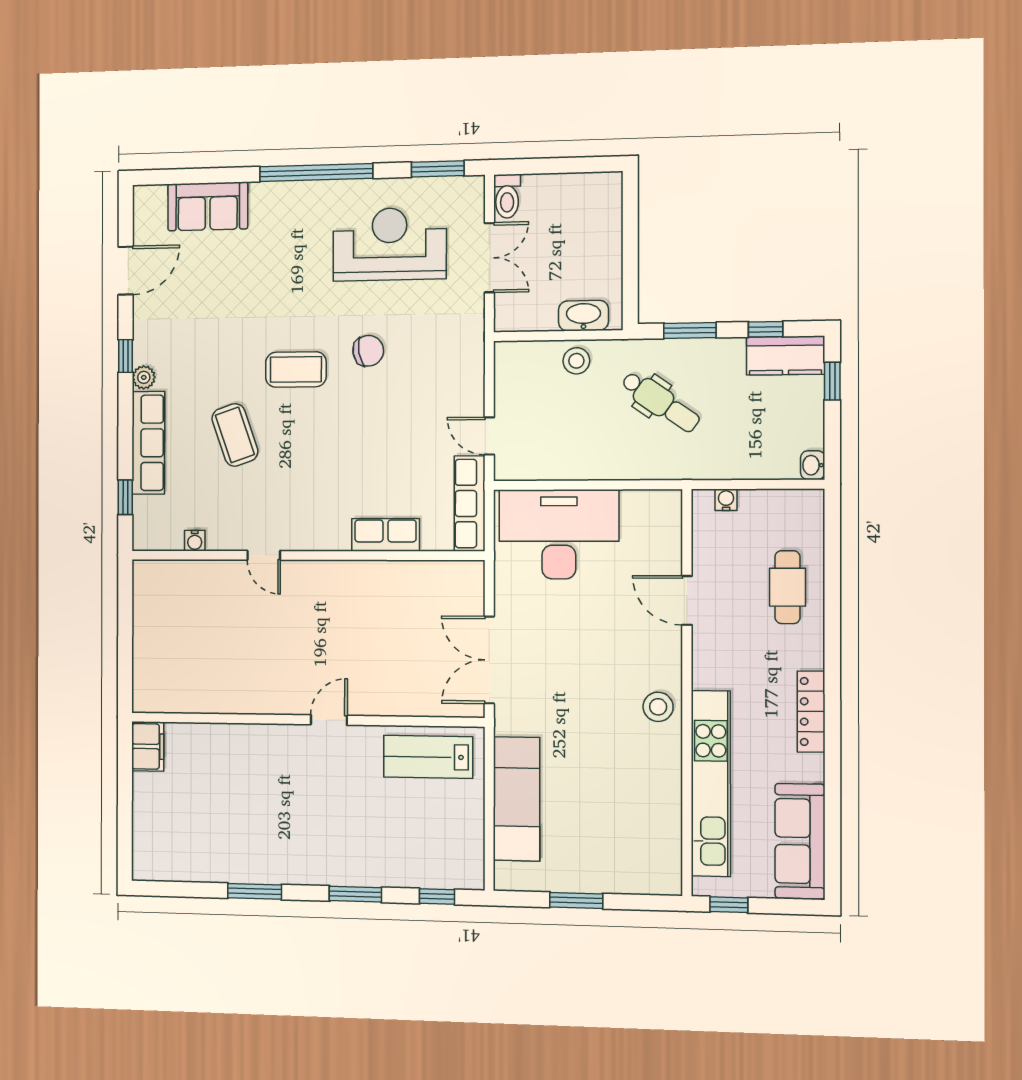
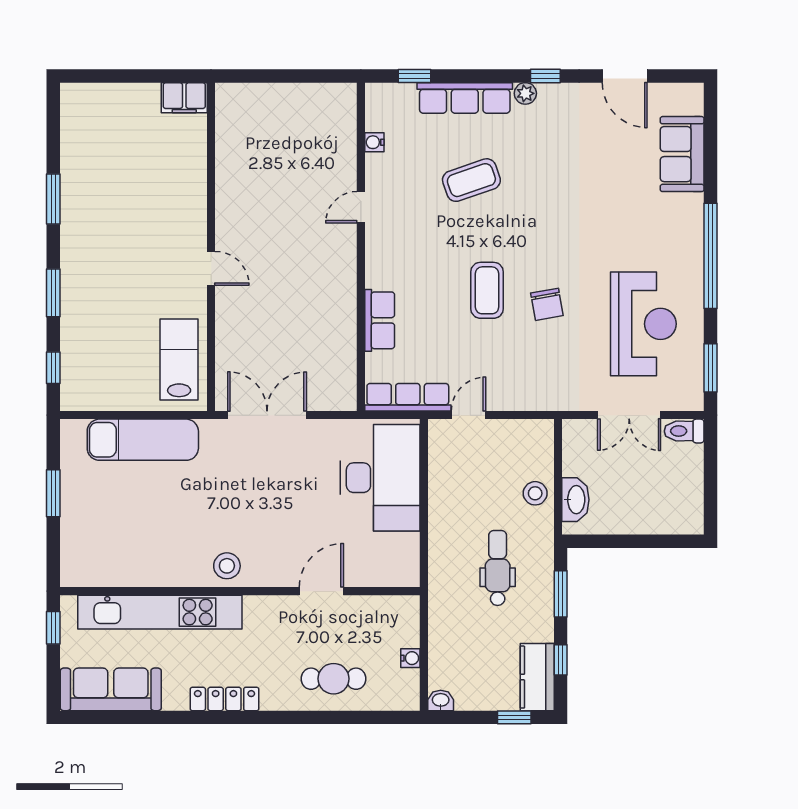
coffee table: (296, 369) -> (487, 290), moved
dental chair: (660, 402) -> (498, 568), turned 145
water cooler: (726, 500) -> (410, 658), moved

